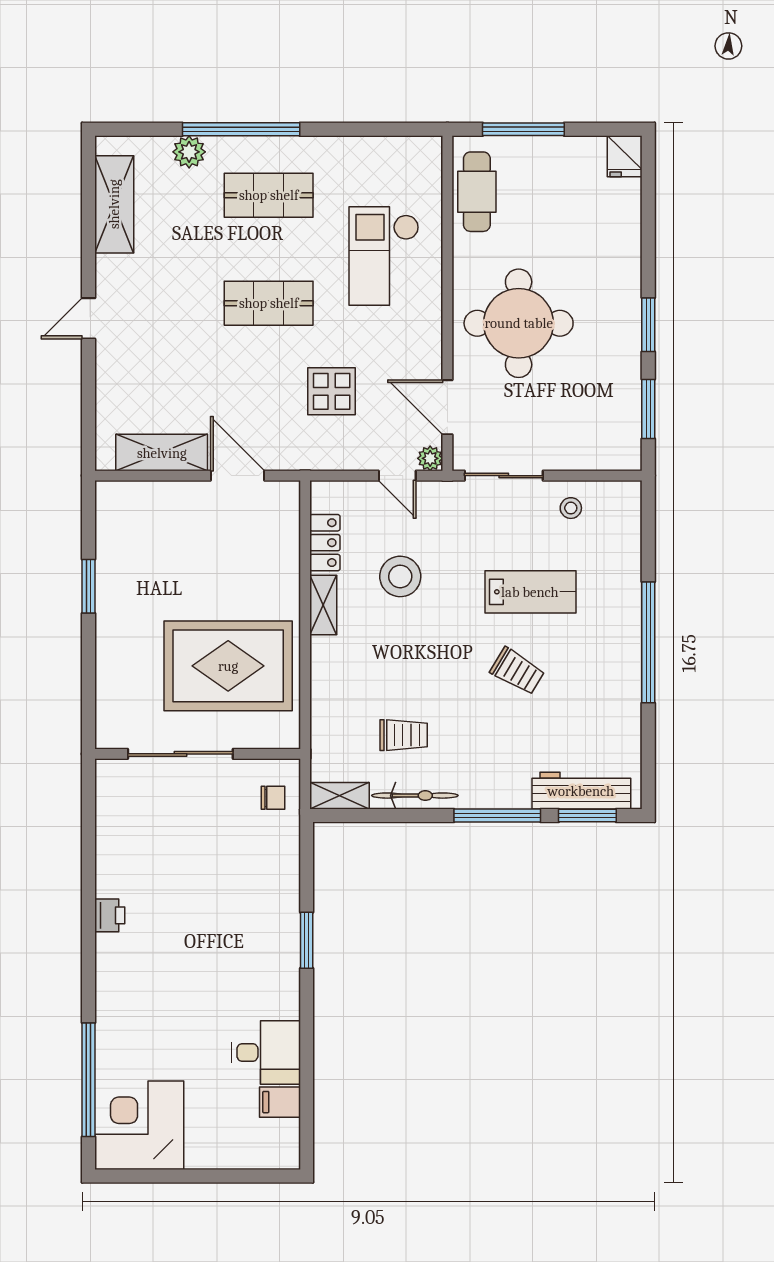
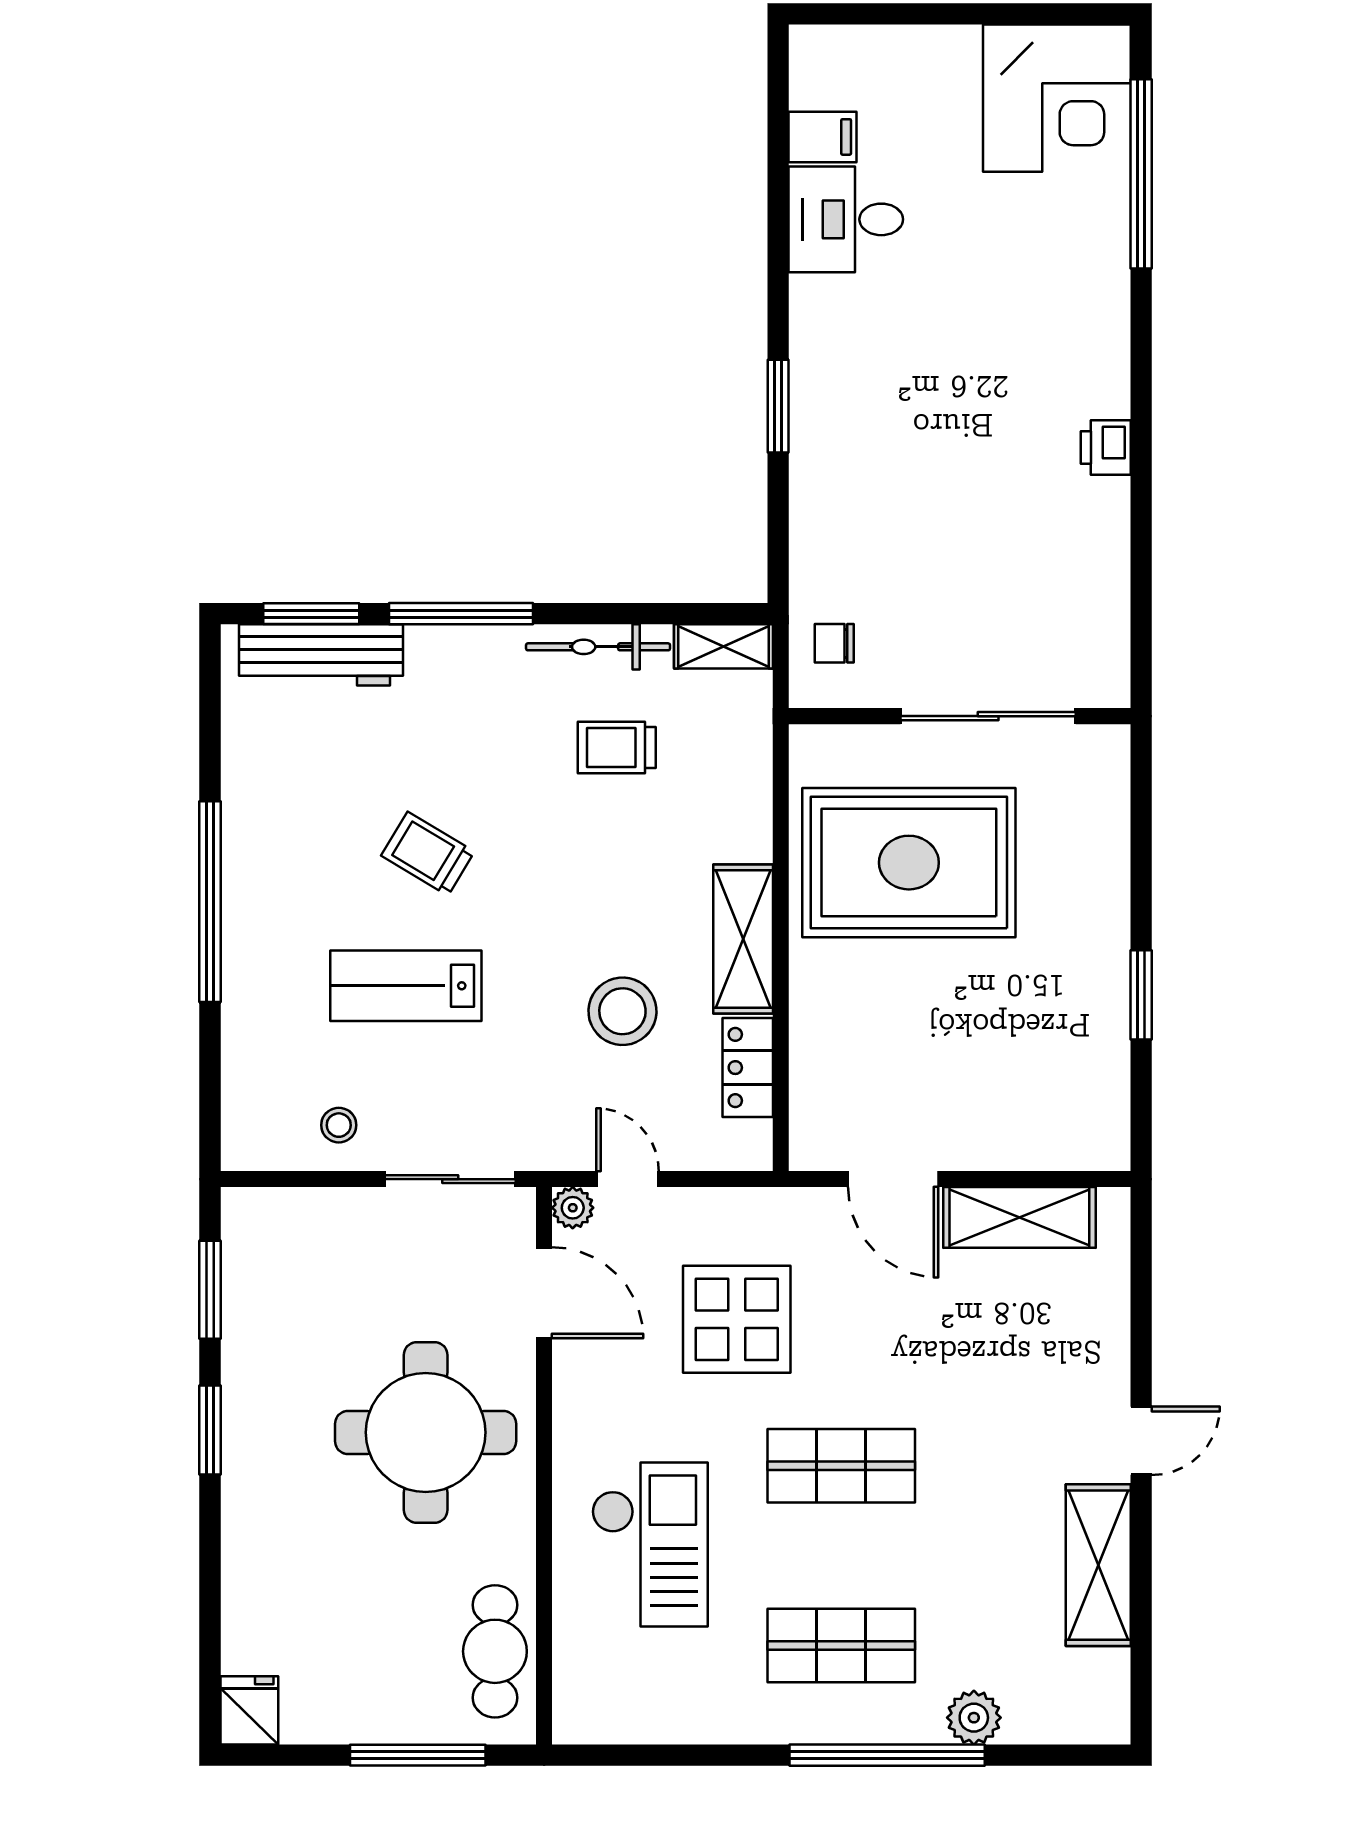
shelving: (114, 204) -> (1098, 1565), moved
display table: (332, 391) -> (737, 1319), width x1.36, depth x1.36
shelving: (323, 605) -> (743, 939), width x1.50, depth x1.33

